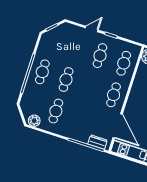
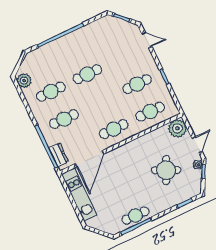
door: (92, 29) -> (147, 40), moved
cafe table: (42, 72) -> (64, 119), moved

